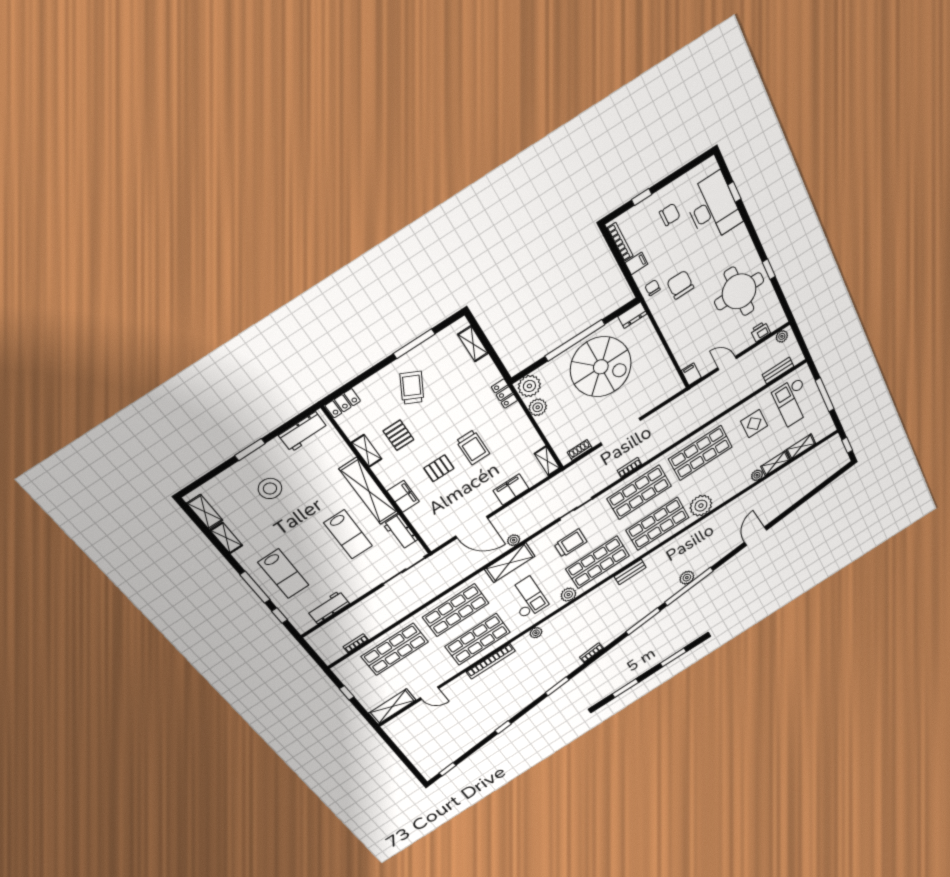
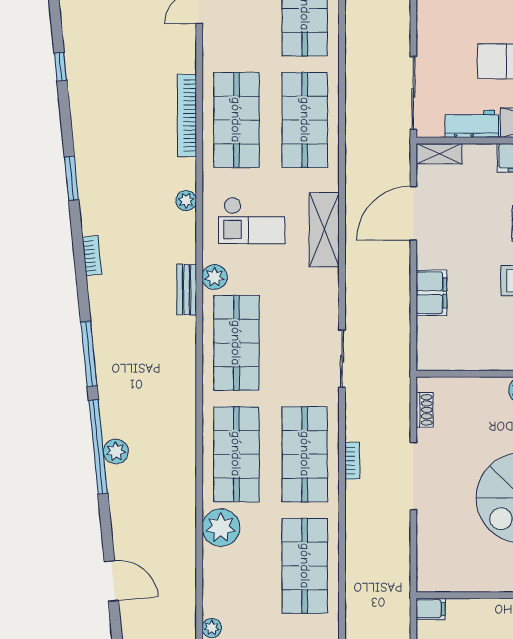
shelving: (547, 461) -> (439, 154), moved
plant: (514, 540) -> (355, 254), removed
trolley: (571, 543) -> (294, 324), removed
bench: (630, 572) -> (187, 290), moved

